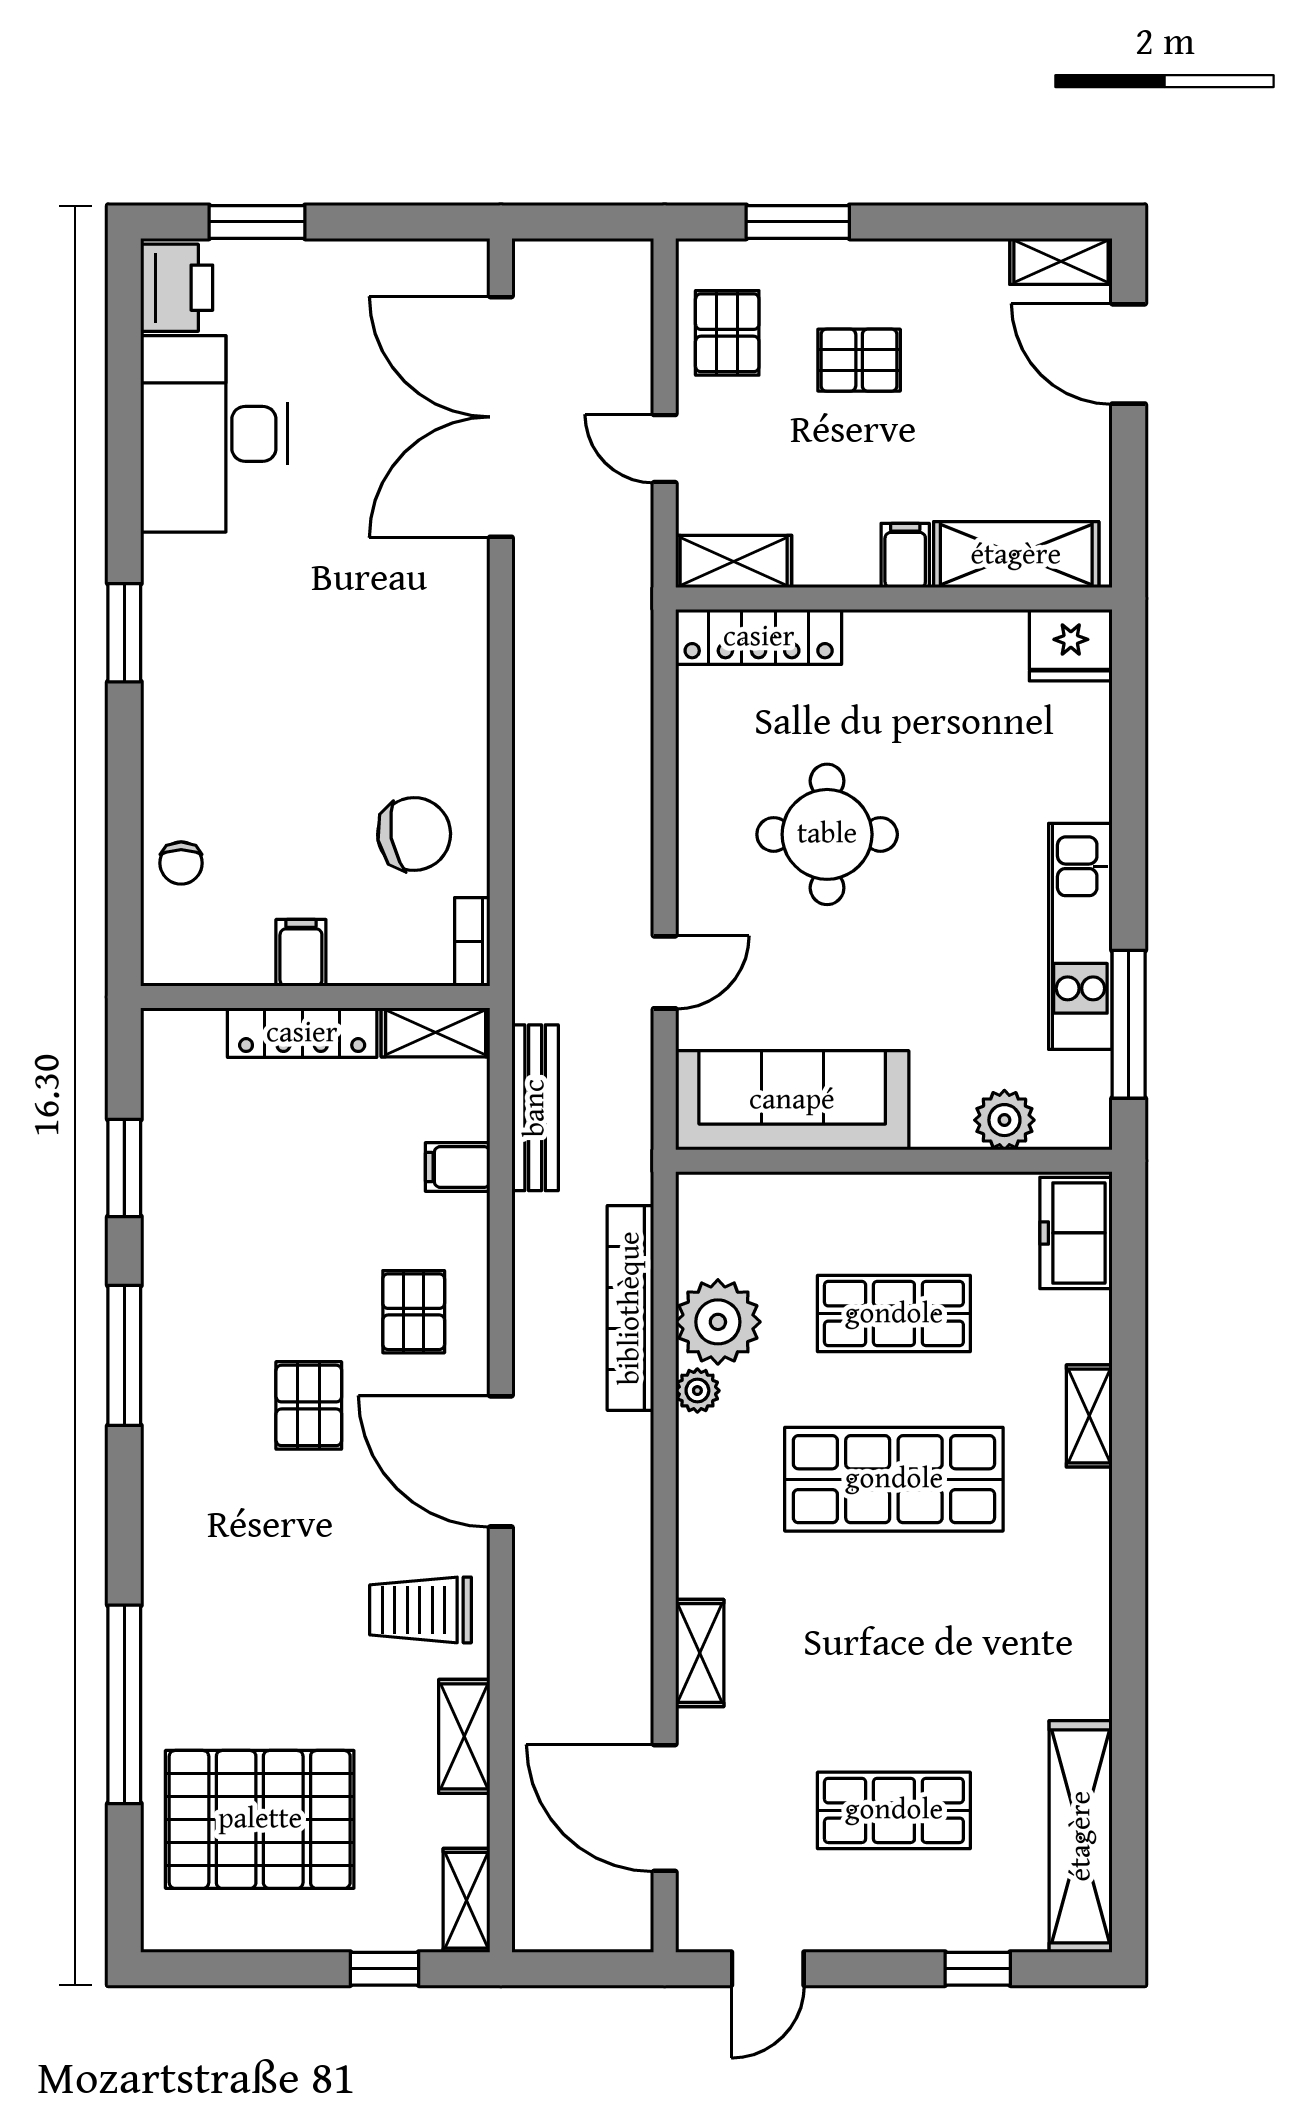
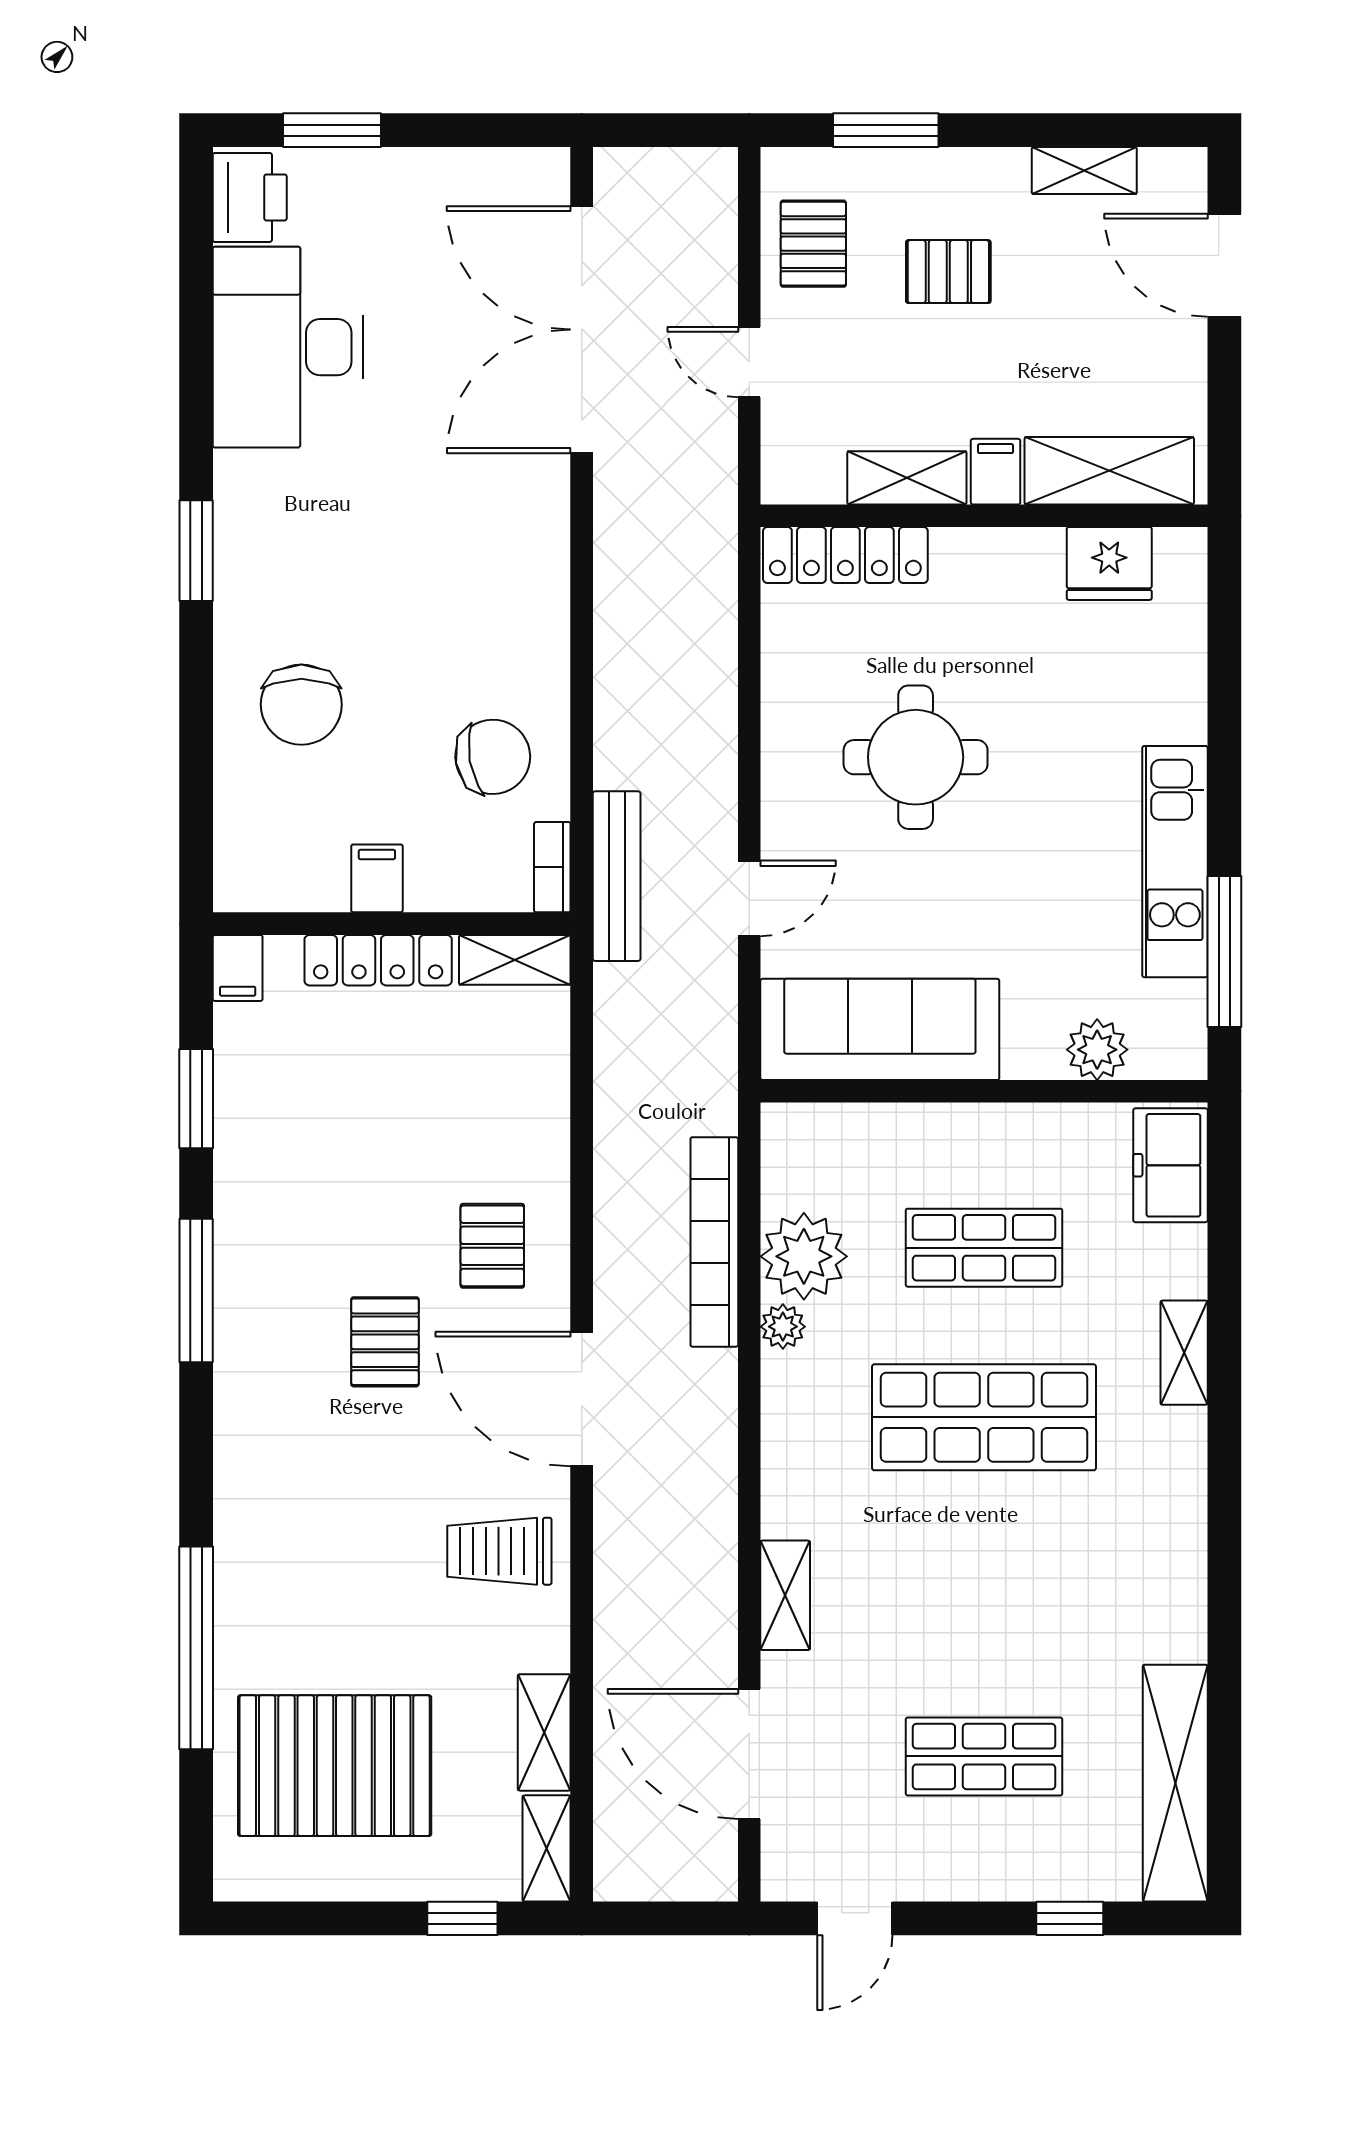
shelving: (1061, 261) -> (1084, 170), moved
shelving: (734, 562) -> (907, 478), moved
fridge: (1071, 645) -> (1109, 563), moved
chair: (181, 863) -> (301, 705), moved, width x1.87, depth x1.87
bench: (535, 1108) -> (617, 876), moved
filing cabinet: (458, 1167) -> (238, 968), moved, turned -90
shelving: (464, 1736) -> (544, 1732), moved

